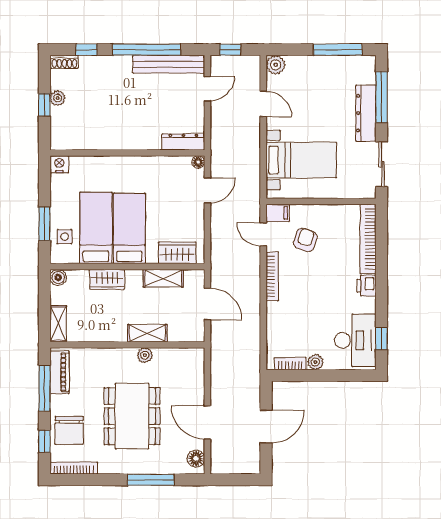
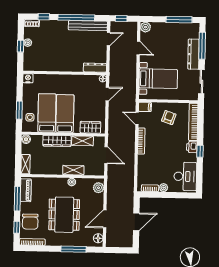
armchair: (305, 240) -> (169, 118), moved
wardrobe: (107, 279) -> (57, 141), width x1.50
window: (381, 338) -> (200, 151), moved
plant: (195, 365) -> (99, 188), added
door: (207, 422) -> (105, 219), hinge flipped

